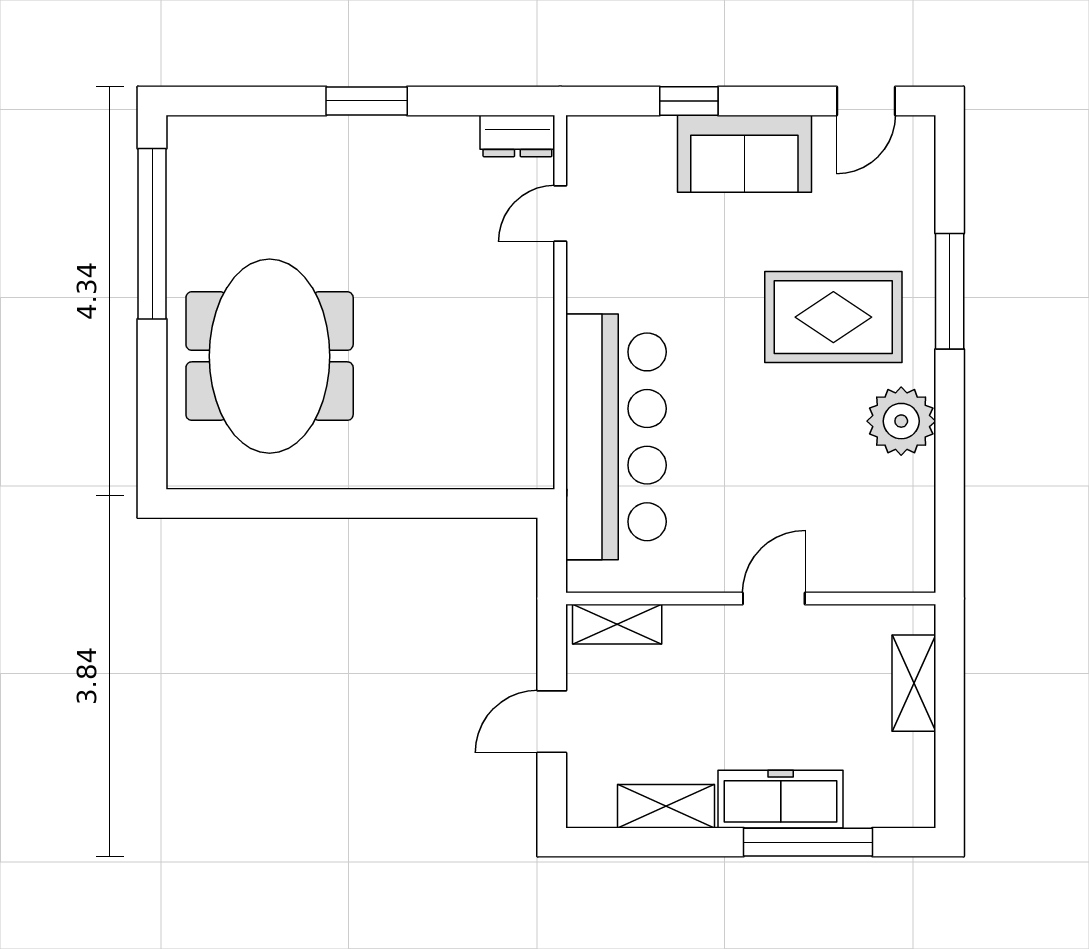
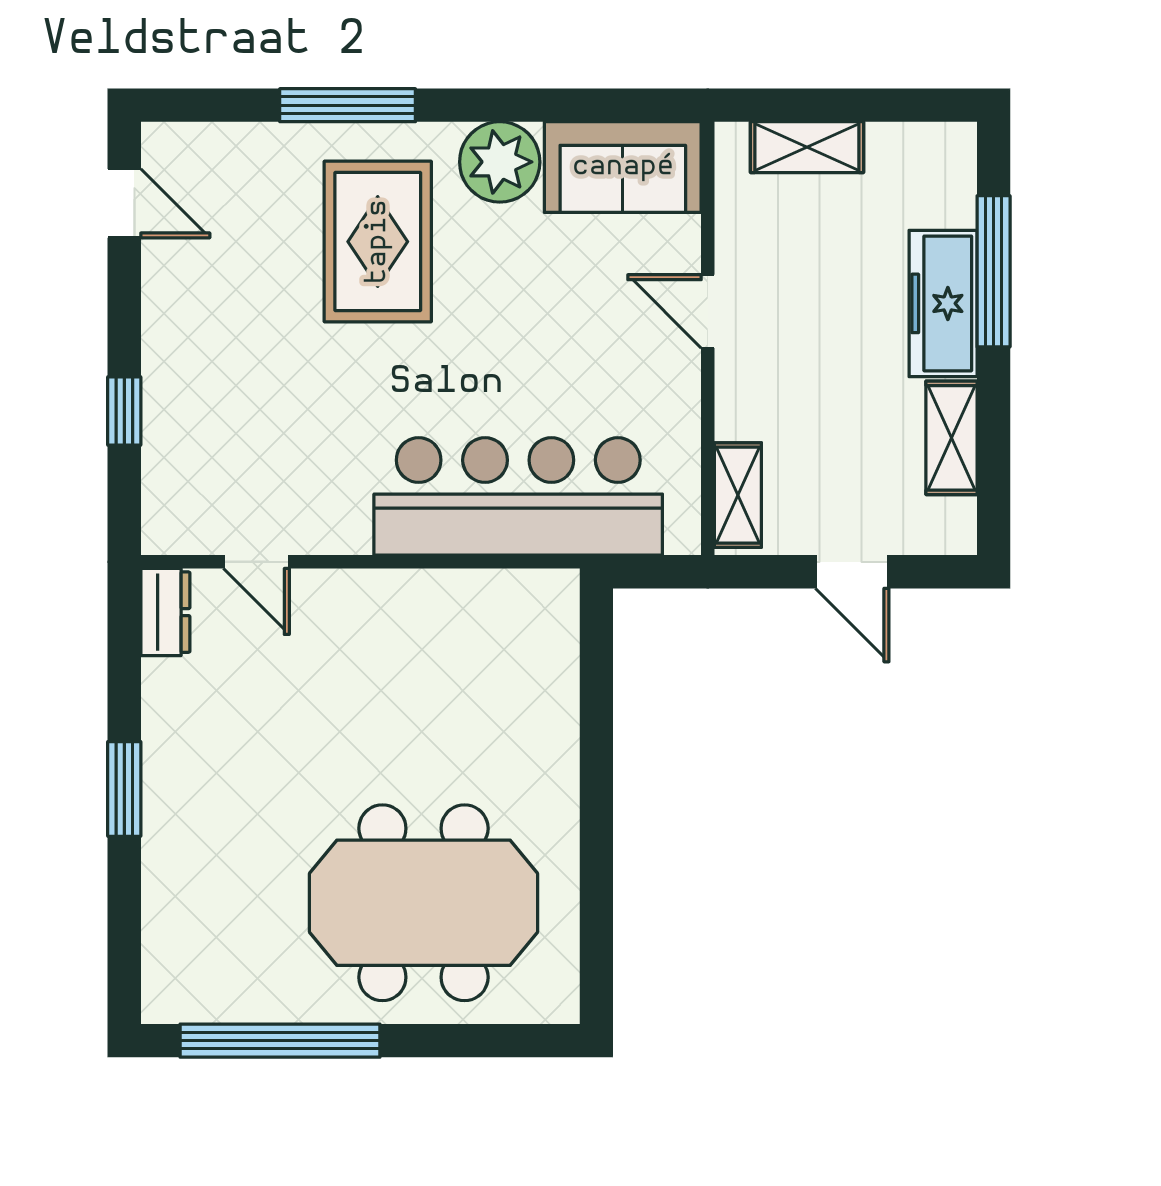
sofa: (744, 154) -> (623, 167), moved, turned 90

